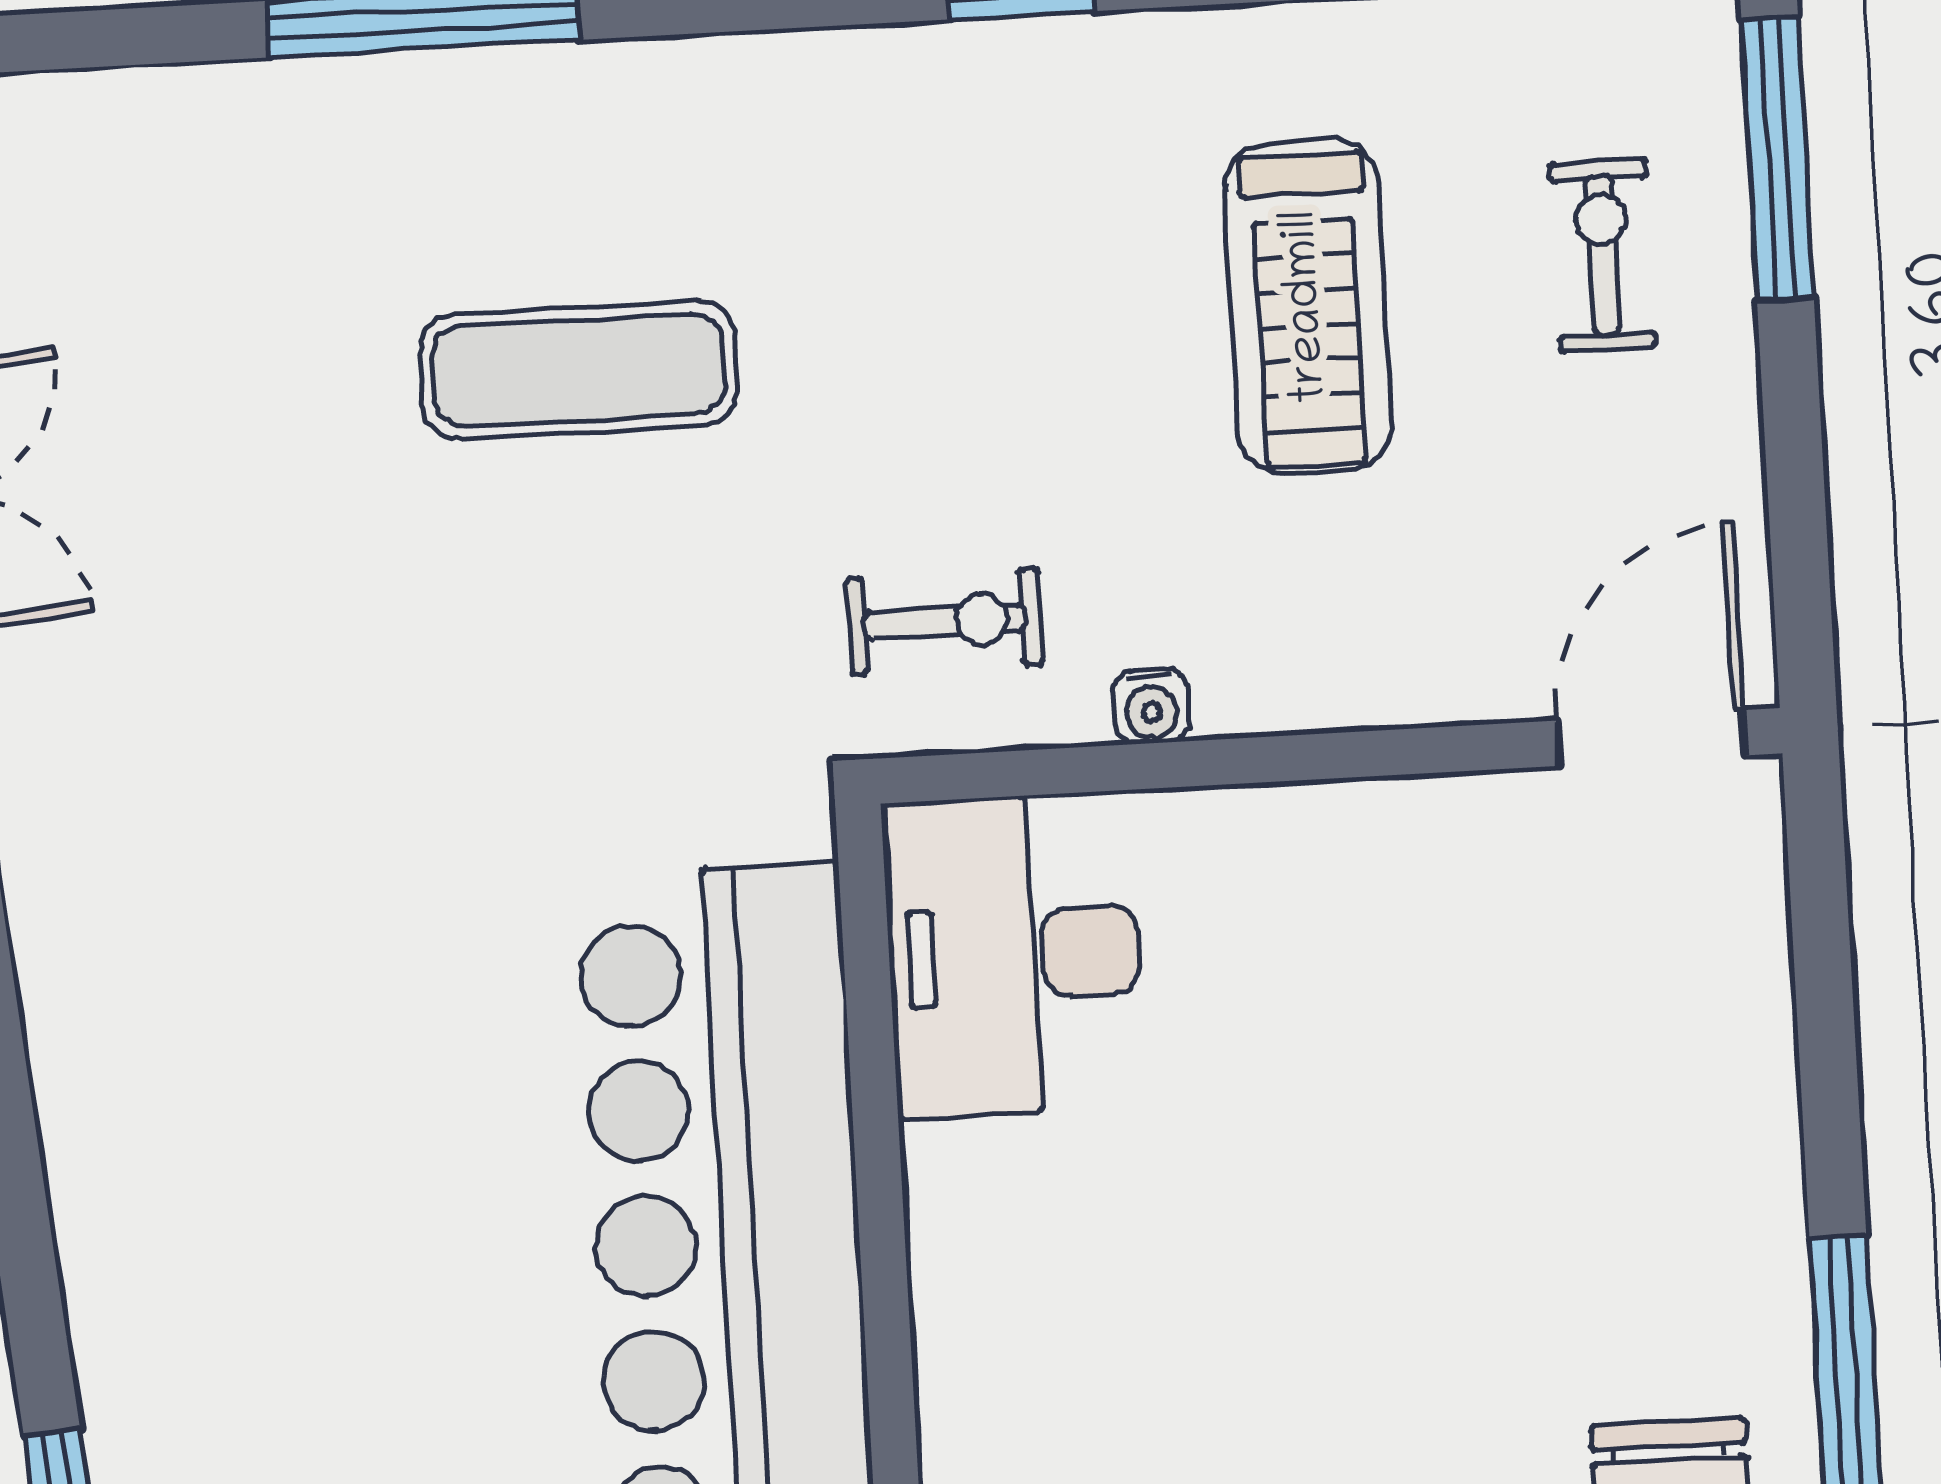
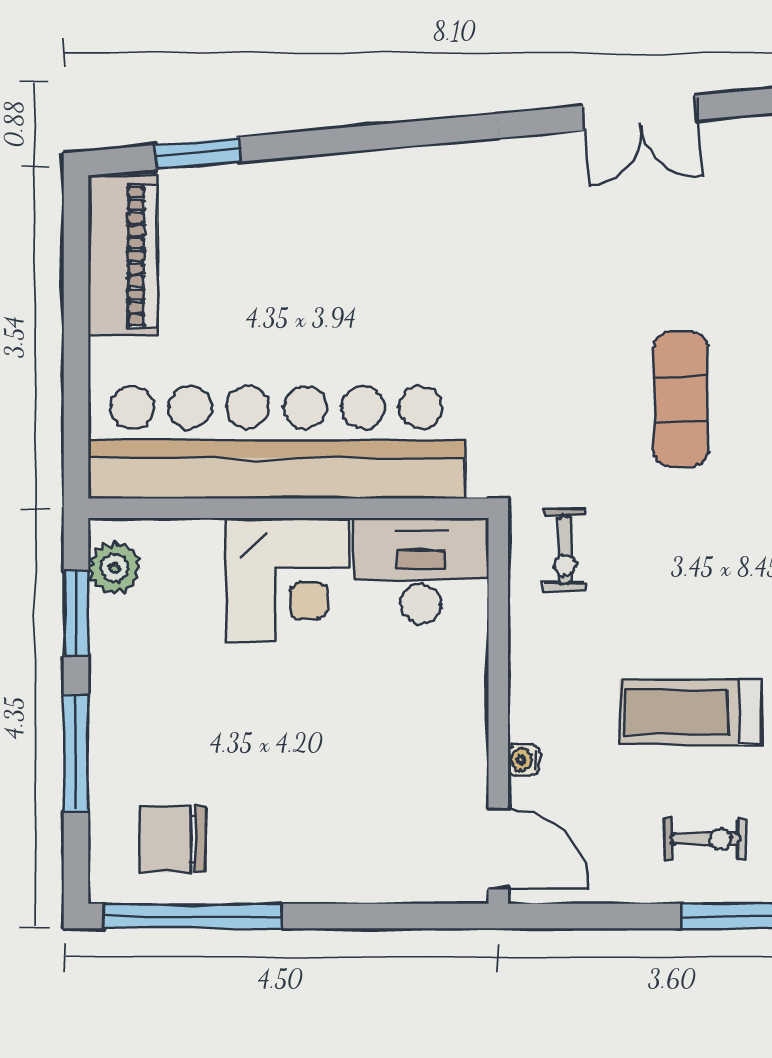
water cooler: (1151, 706) -> (524, 760), moved
corner desk: (1051, 1265) -> (288, 580), added

